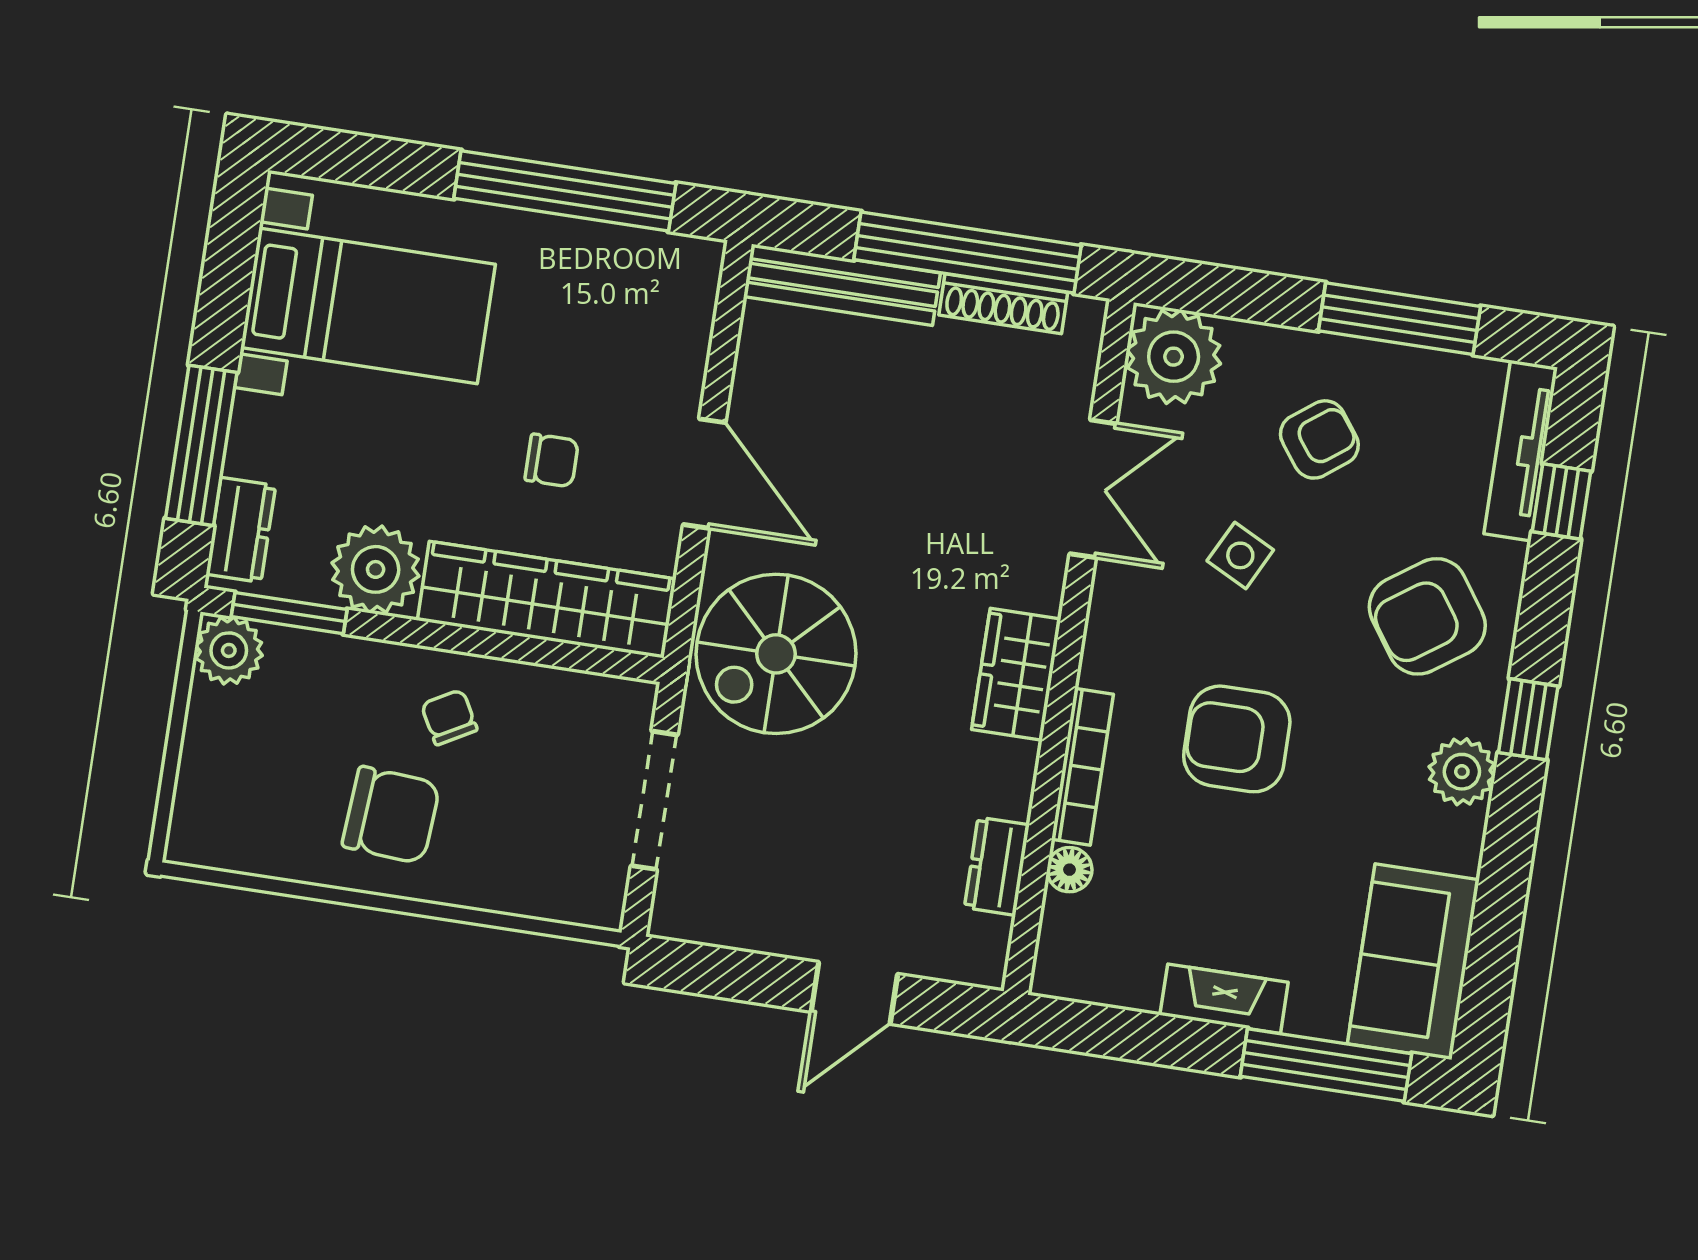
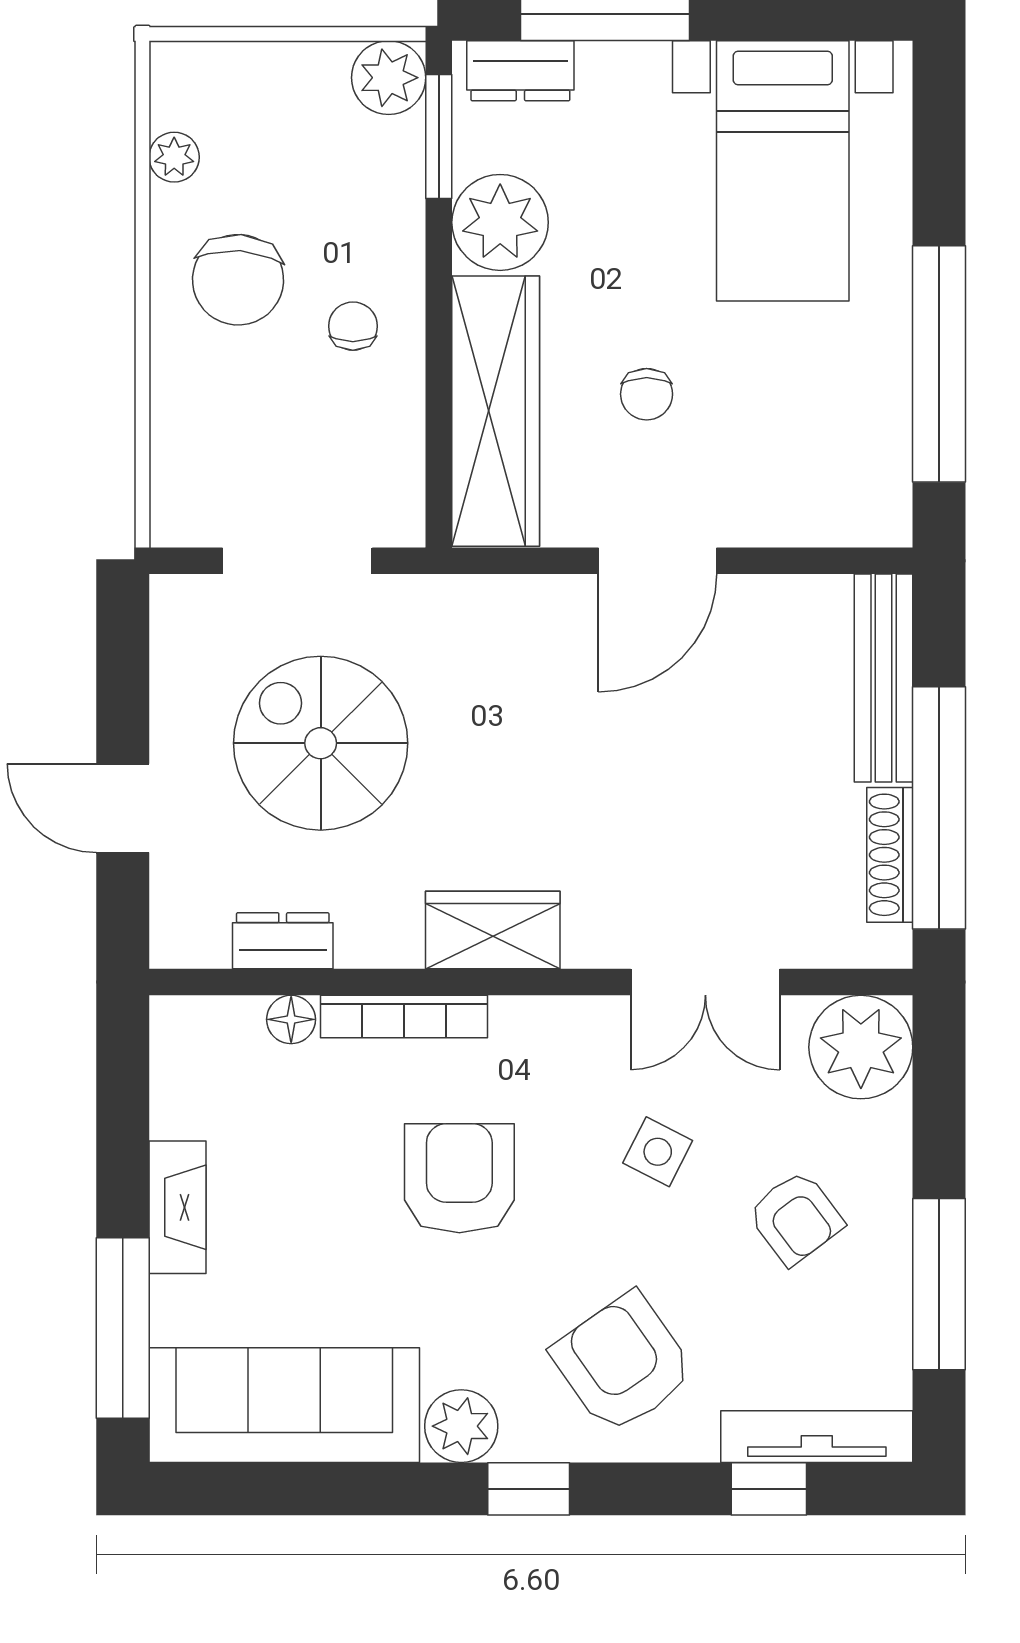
spiral stairs: (776, 654) -> (321, 743), moved
chair: (449, 717) -> (353, 326), turned -61
plant: (271, 856) -> (174, 157), added
sofa: (1413, 962) -> (284, 1405), width x1.36

